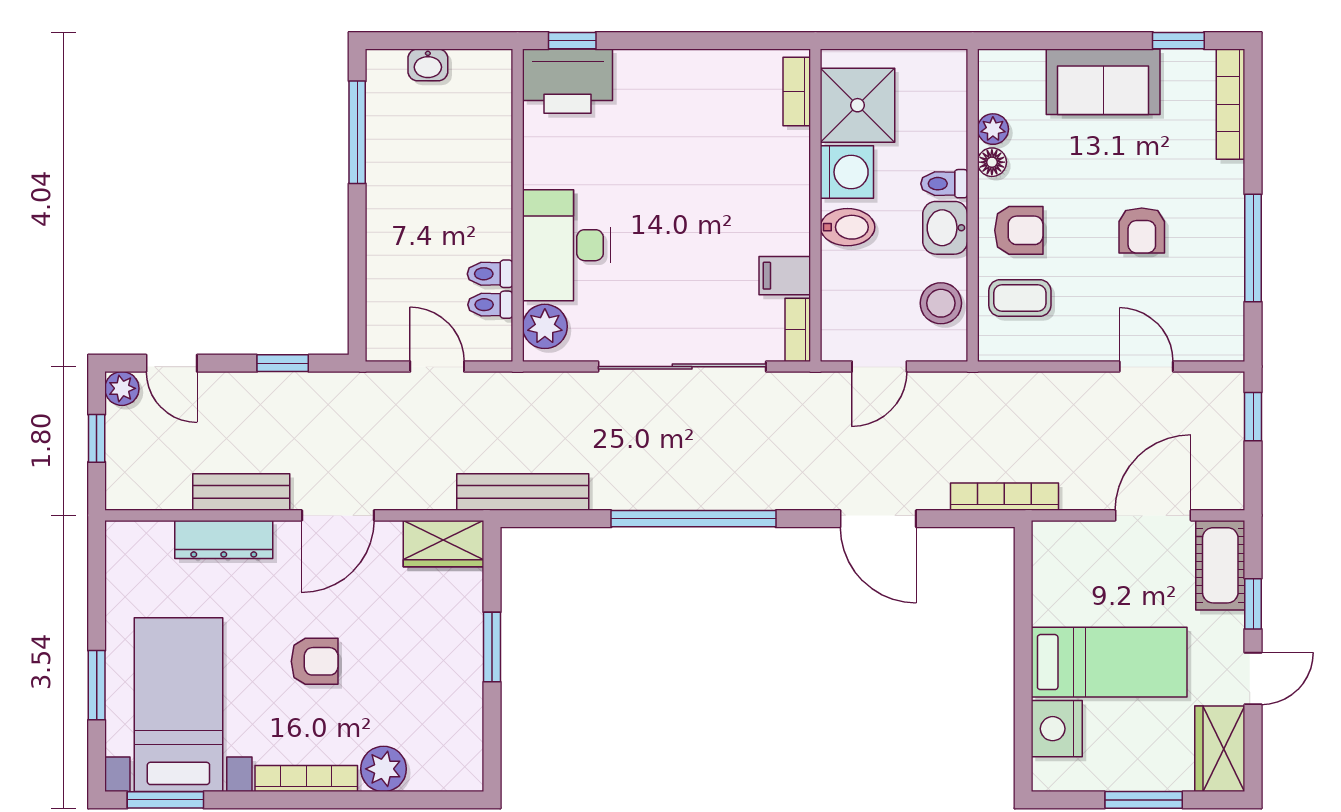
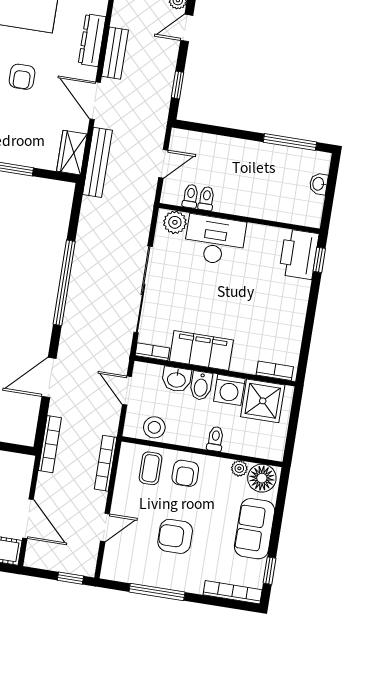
floor lamp: (992, 162) -> (262, 478), moved, width x1.89, depth x1.89
washbasin: (945, 228) -> (176, 379), moved, turned 180
armchair: (1142, 230) -> (175, 536), width x1.38, depth x1.38
filing cabinet: (785, 276) -> (201, 351), width x3.00, depth x1.17
bookcase: (1024, 385) -> (106, 463), added
bench: (523, 492) -> (97, 162), moved

